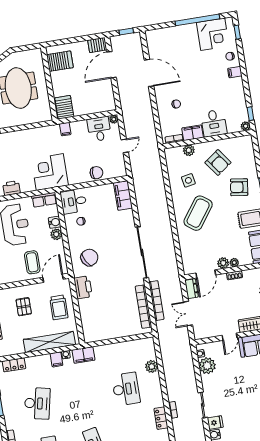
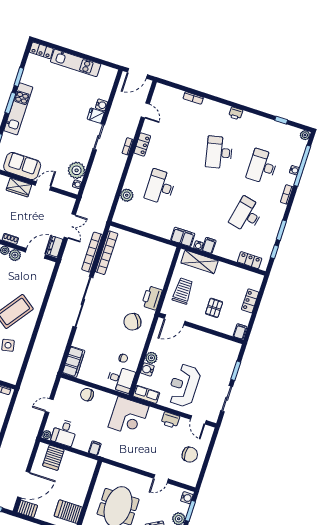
server rack: (64, 107) -> (53, 458), moved
coffee table: (32, 262) -> (186, 344), removed
shelving: (49, 342) -> (200, 262), width x0.68

